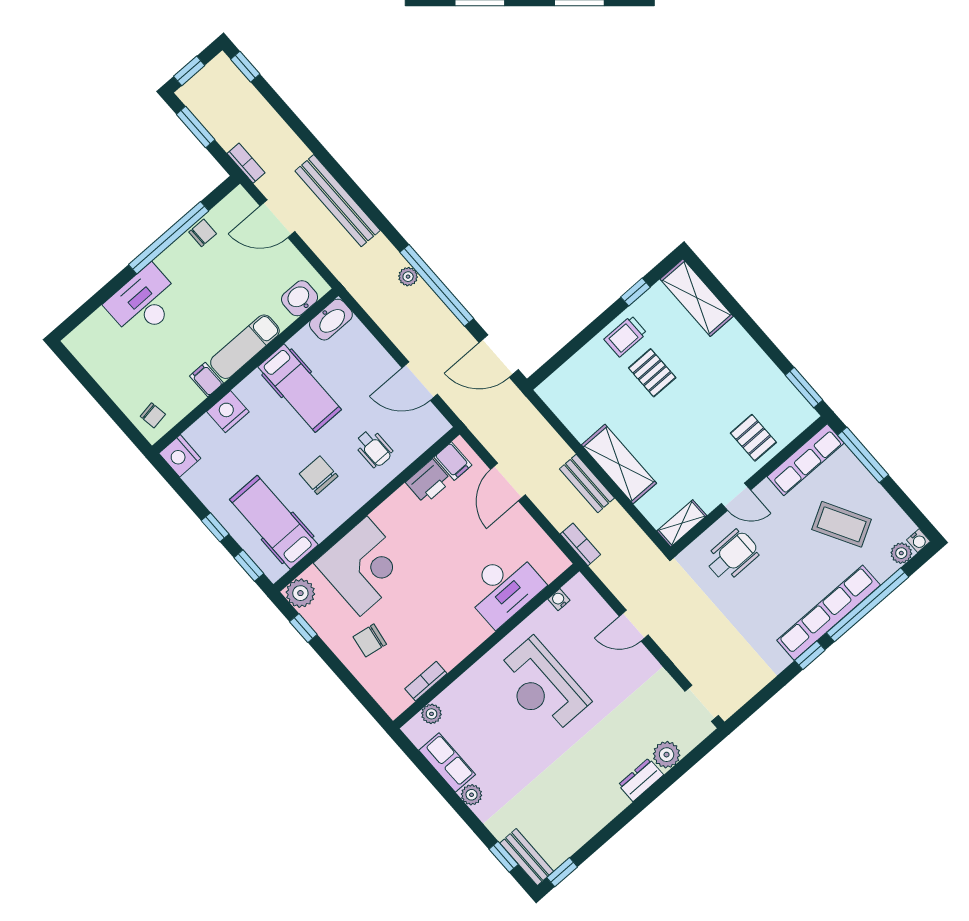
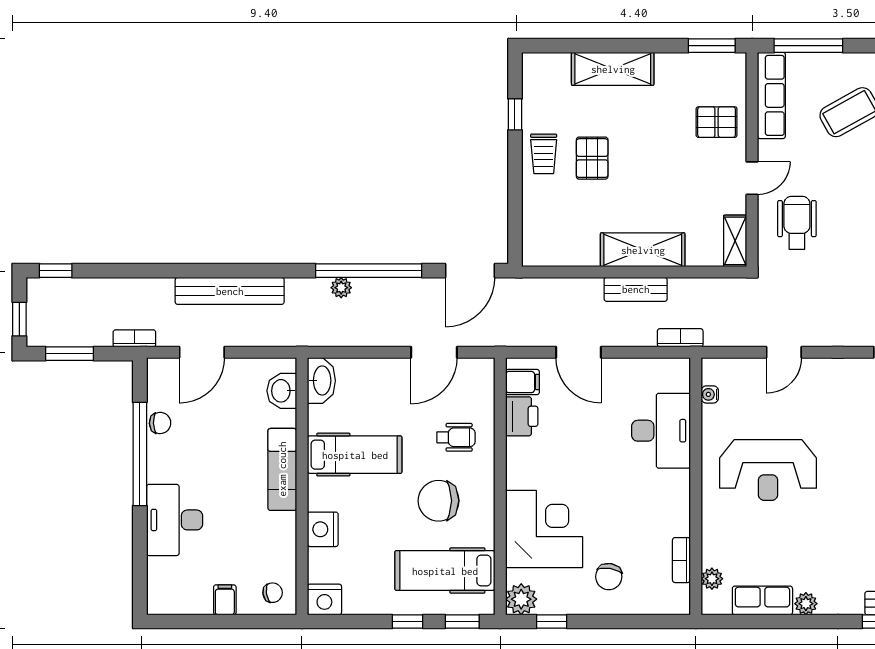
chair: (203, 233) -> (160, 423), turned 88
shelving: (697, 298) -> (613, 69), moved
pallet: (652, 373) -> (592, 158), turned 90
filing cabinet: (206, 380) -> (225, 600), moved, turned 90
chair: (319, 475) -> (439, 501), width x1.37, depth x1.37

